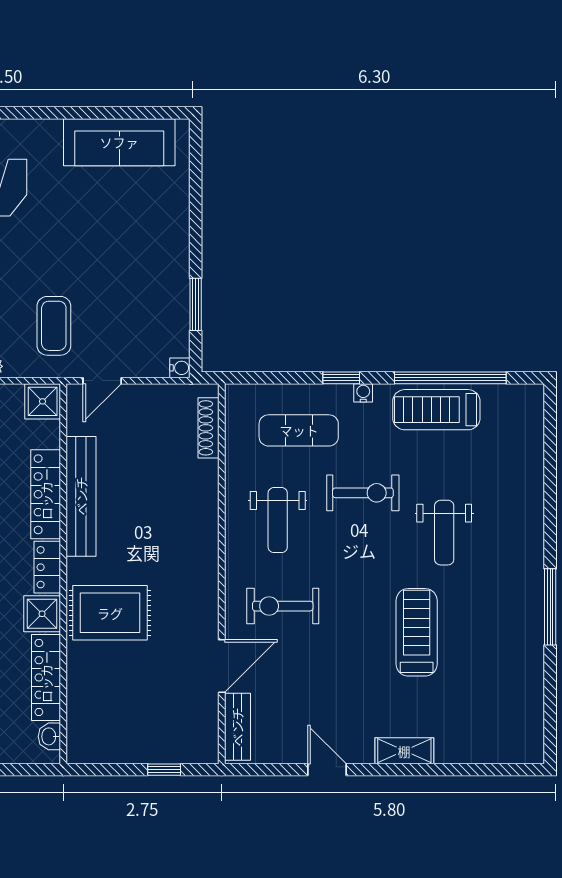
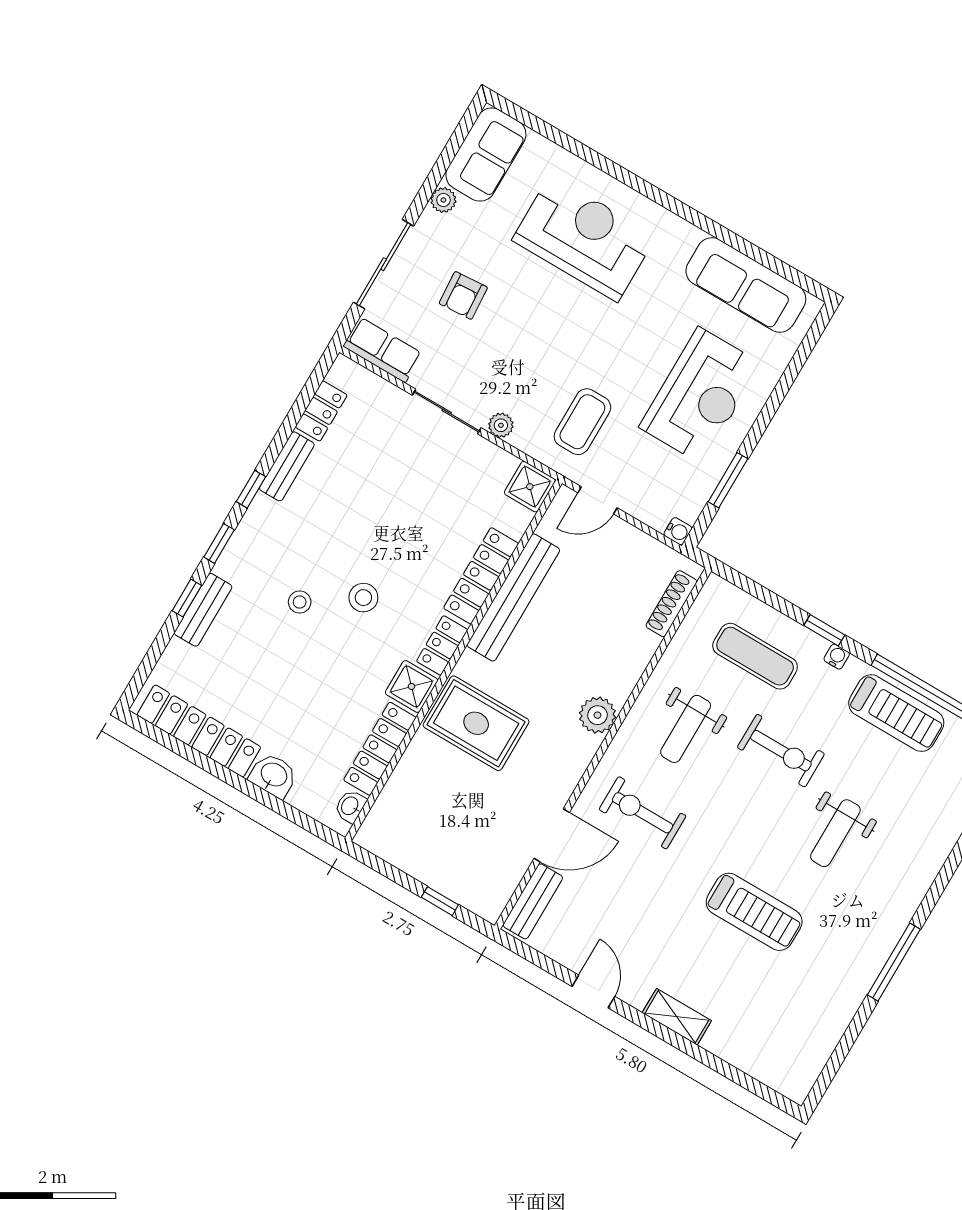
reception desk: (134, 250) -> (700, 395), added
treadmill: (436, 410) -> (896, 713), turned 180
plant: (202, 550) -> (597, 715), added
treadmill: (417, 632) -> (754, 912), turned 90

